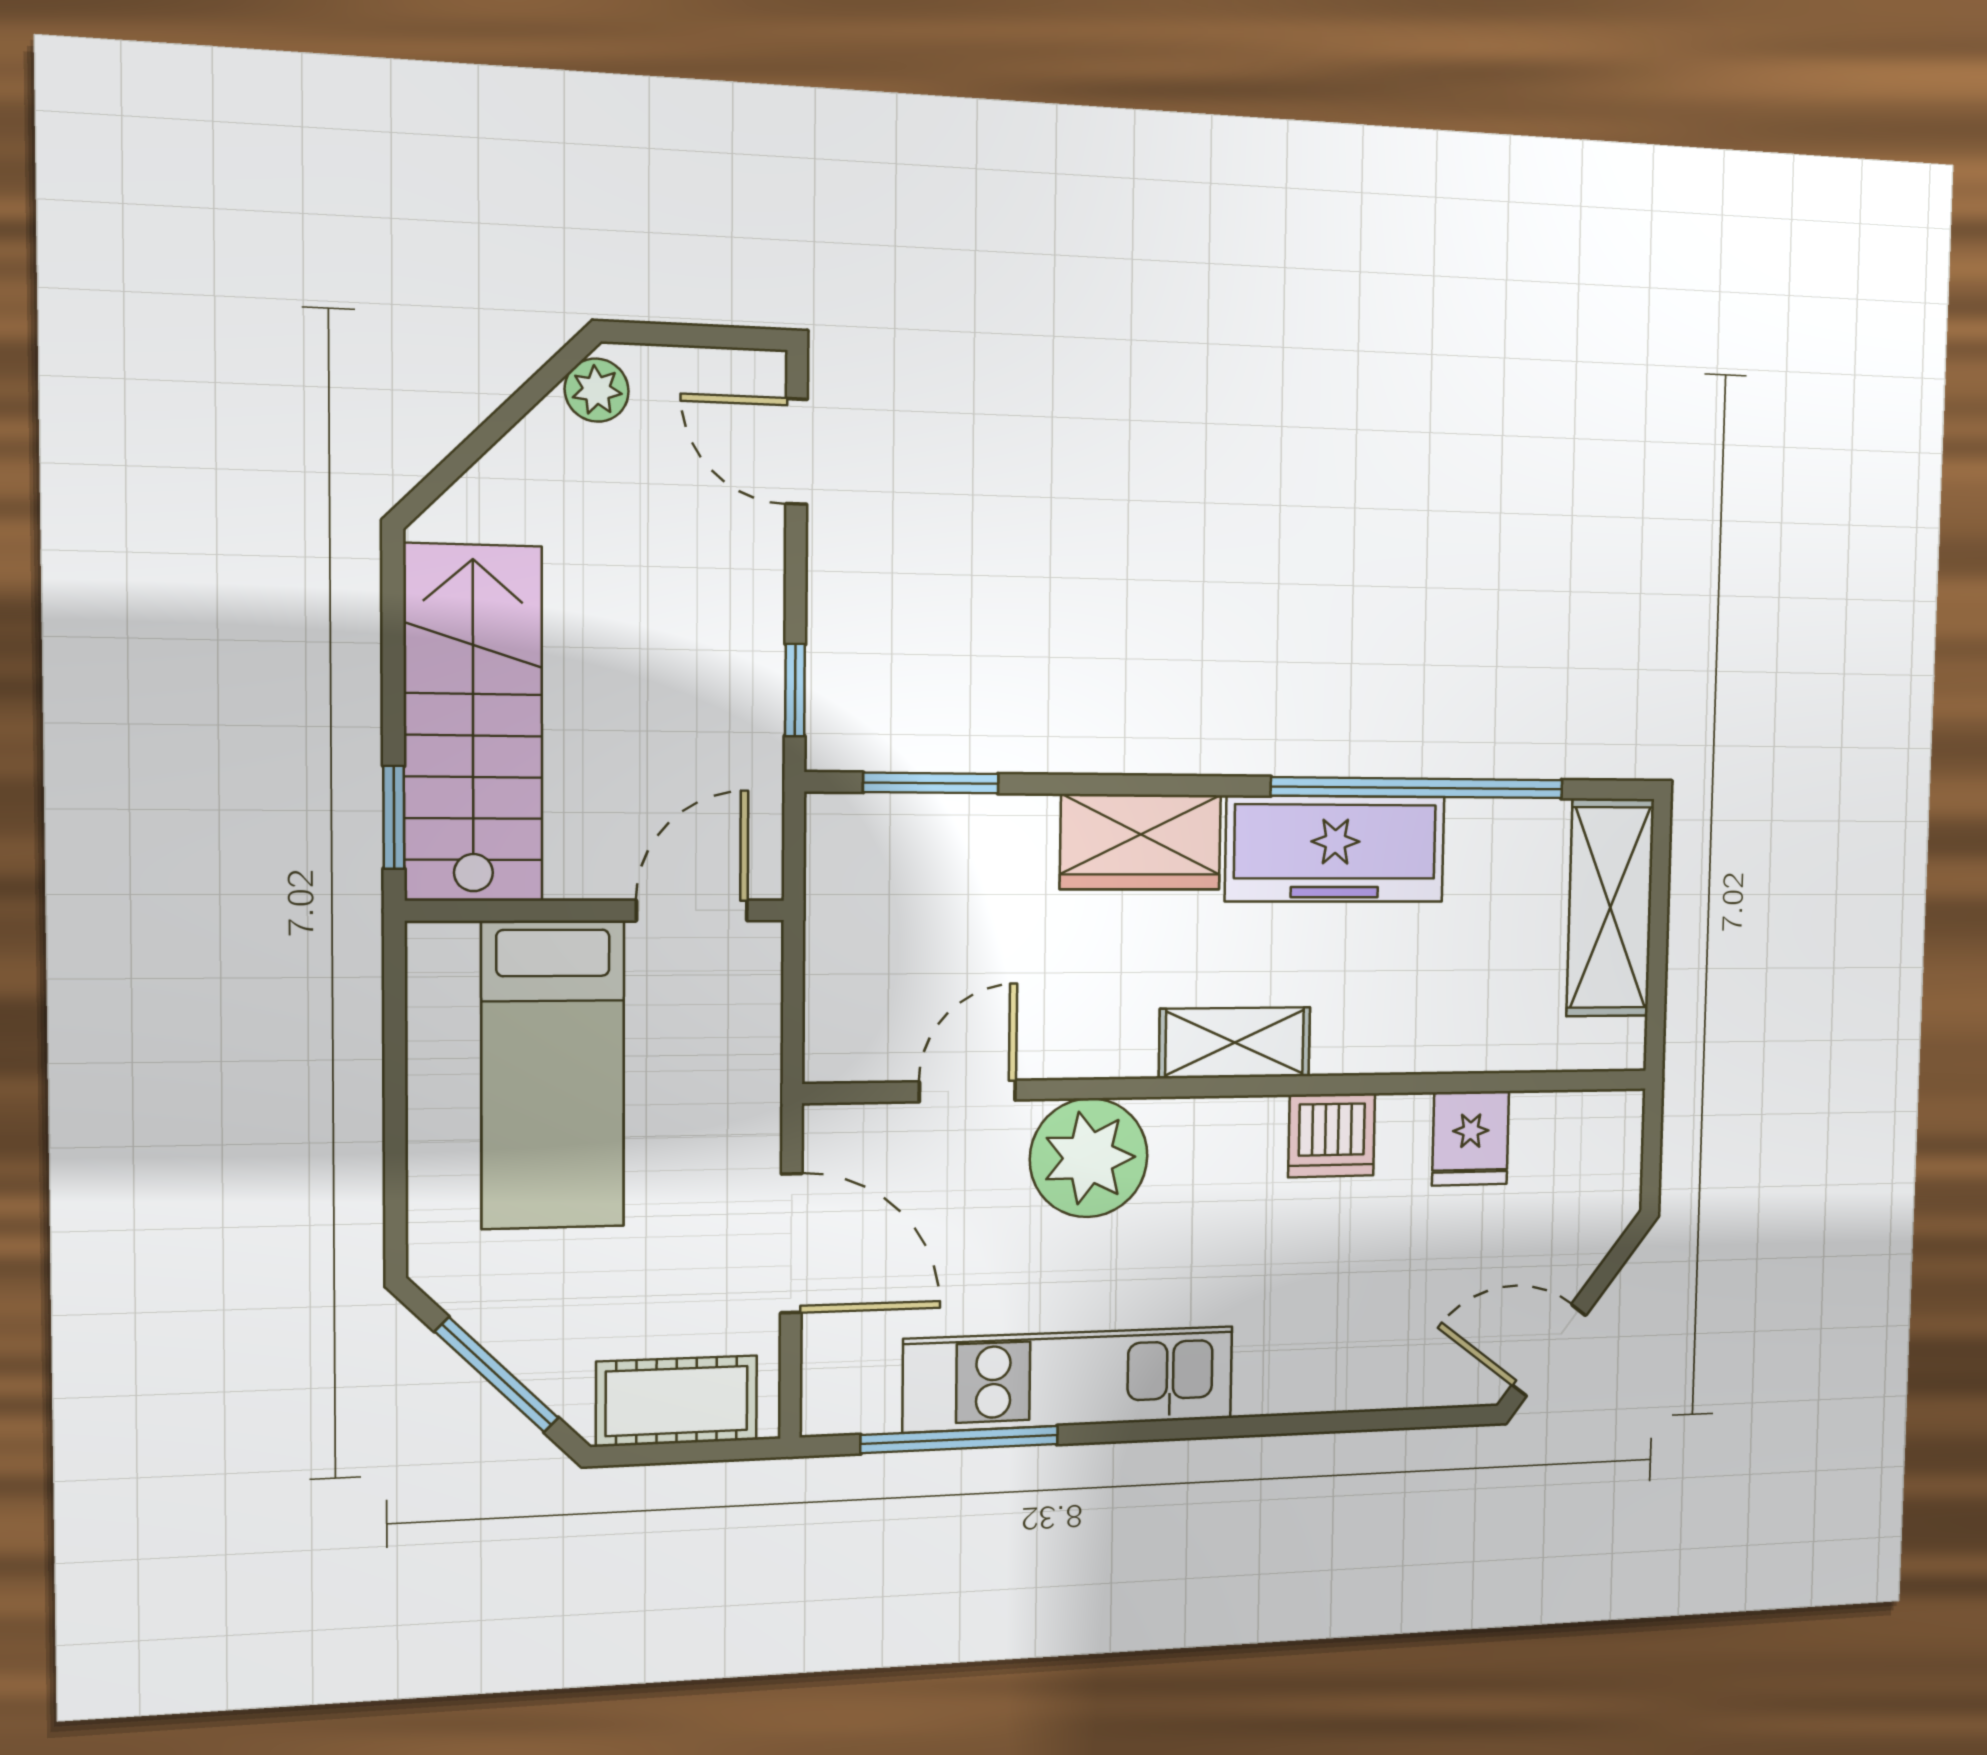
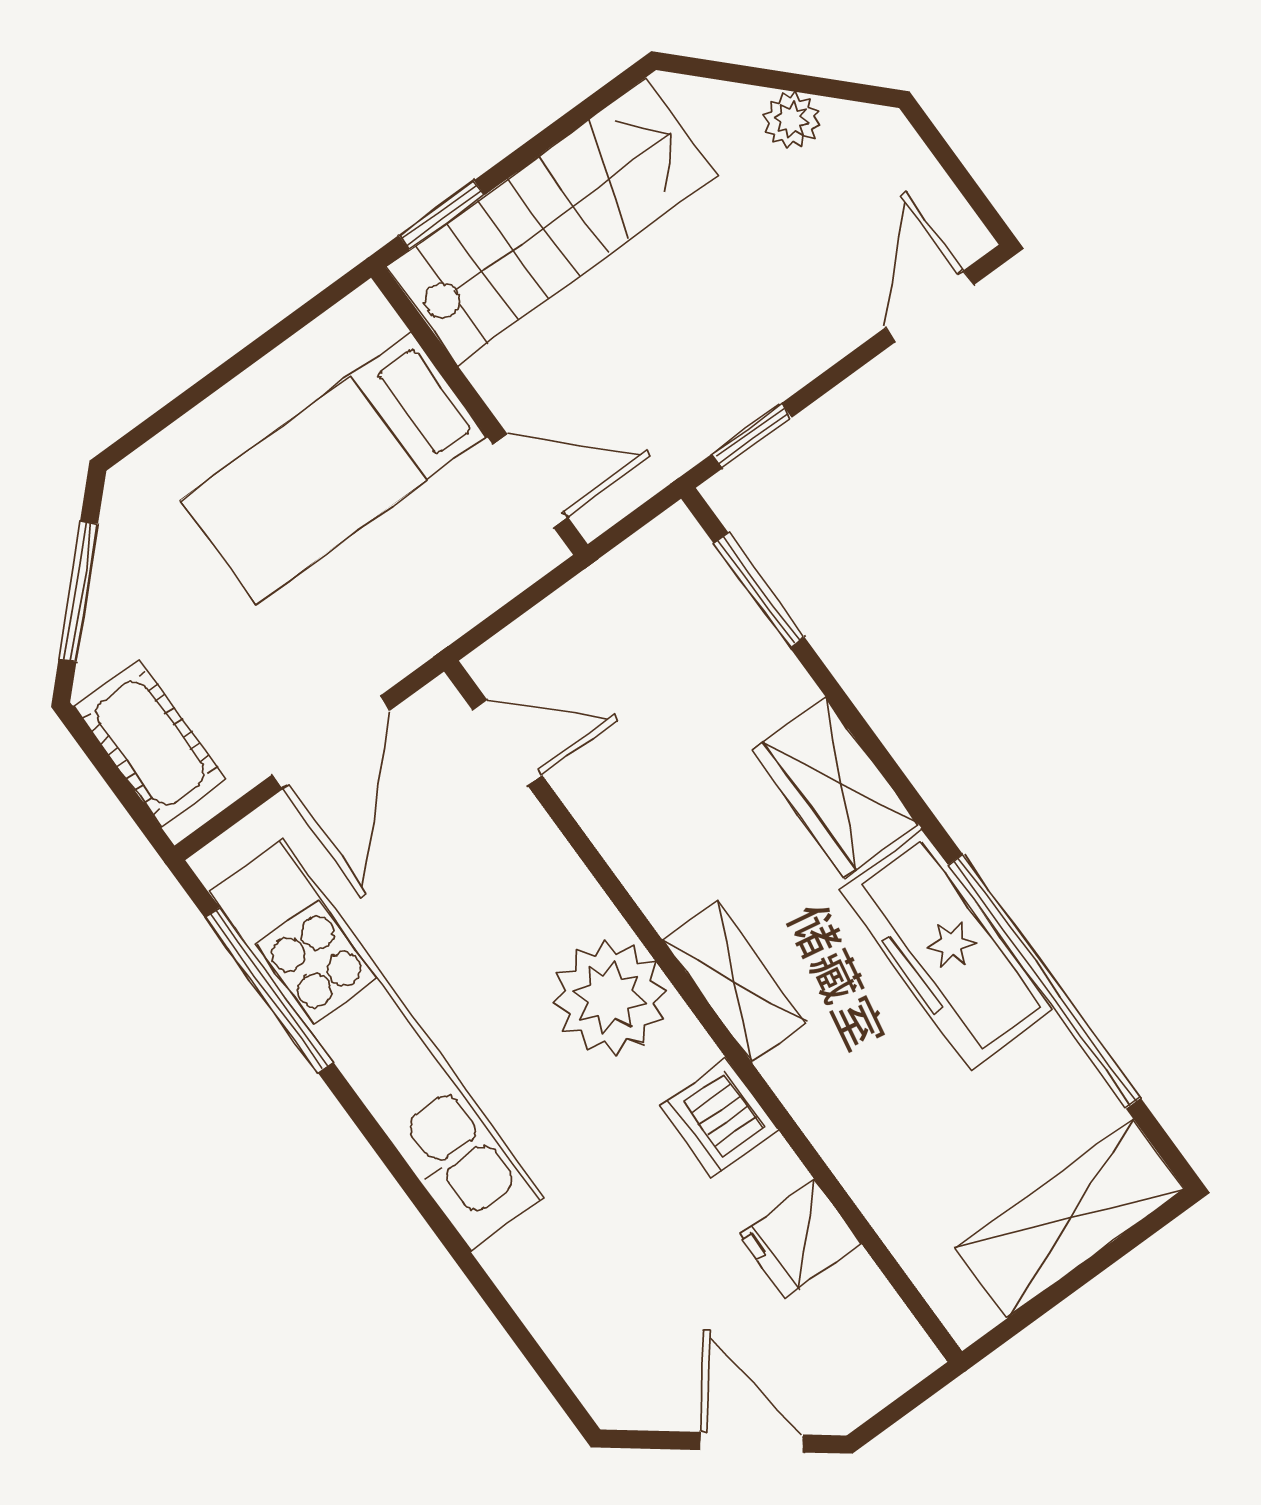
plant: (597, 390) -> (792, 120), moved
door: (967, 1091) -> (507, 743), moved
plant: (1089, 1158) -> (610, 997), moved
door: (1549, 1350) -> (752, 1442), moved
kitchen unit: (1069, 1379) -> (376, 1044), width x1.36

